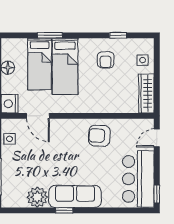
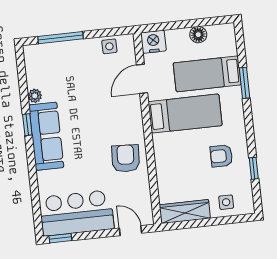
bed: (65, 66) -> (185, 114), moved, turned 180
plant: (37, 197) -> (35, 96), width x0.53, depth x0.53

